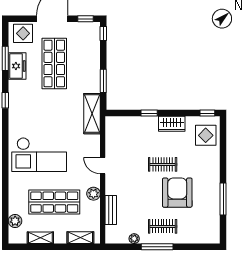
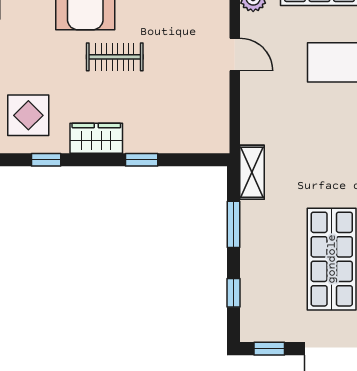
window: (103, 33) -> (233, 293), moved
window: (207, 113) -> (46, 160), moved
shelving: (92, 114) -> (252, 172), width x0.67, depth x0.75

